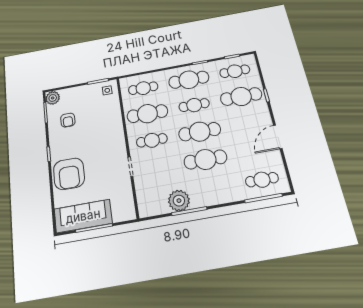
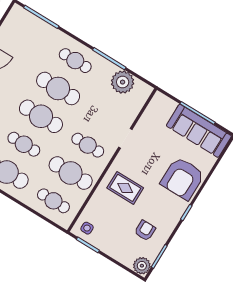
rug: (103, 135) -> (125, 188), added
armchair: (69, 174) -> (182, 178), turned 180
cafe table: (262, 180) -> (75, 61), moved
plant: (179, 201) -> (123, 82), moved

